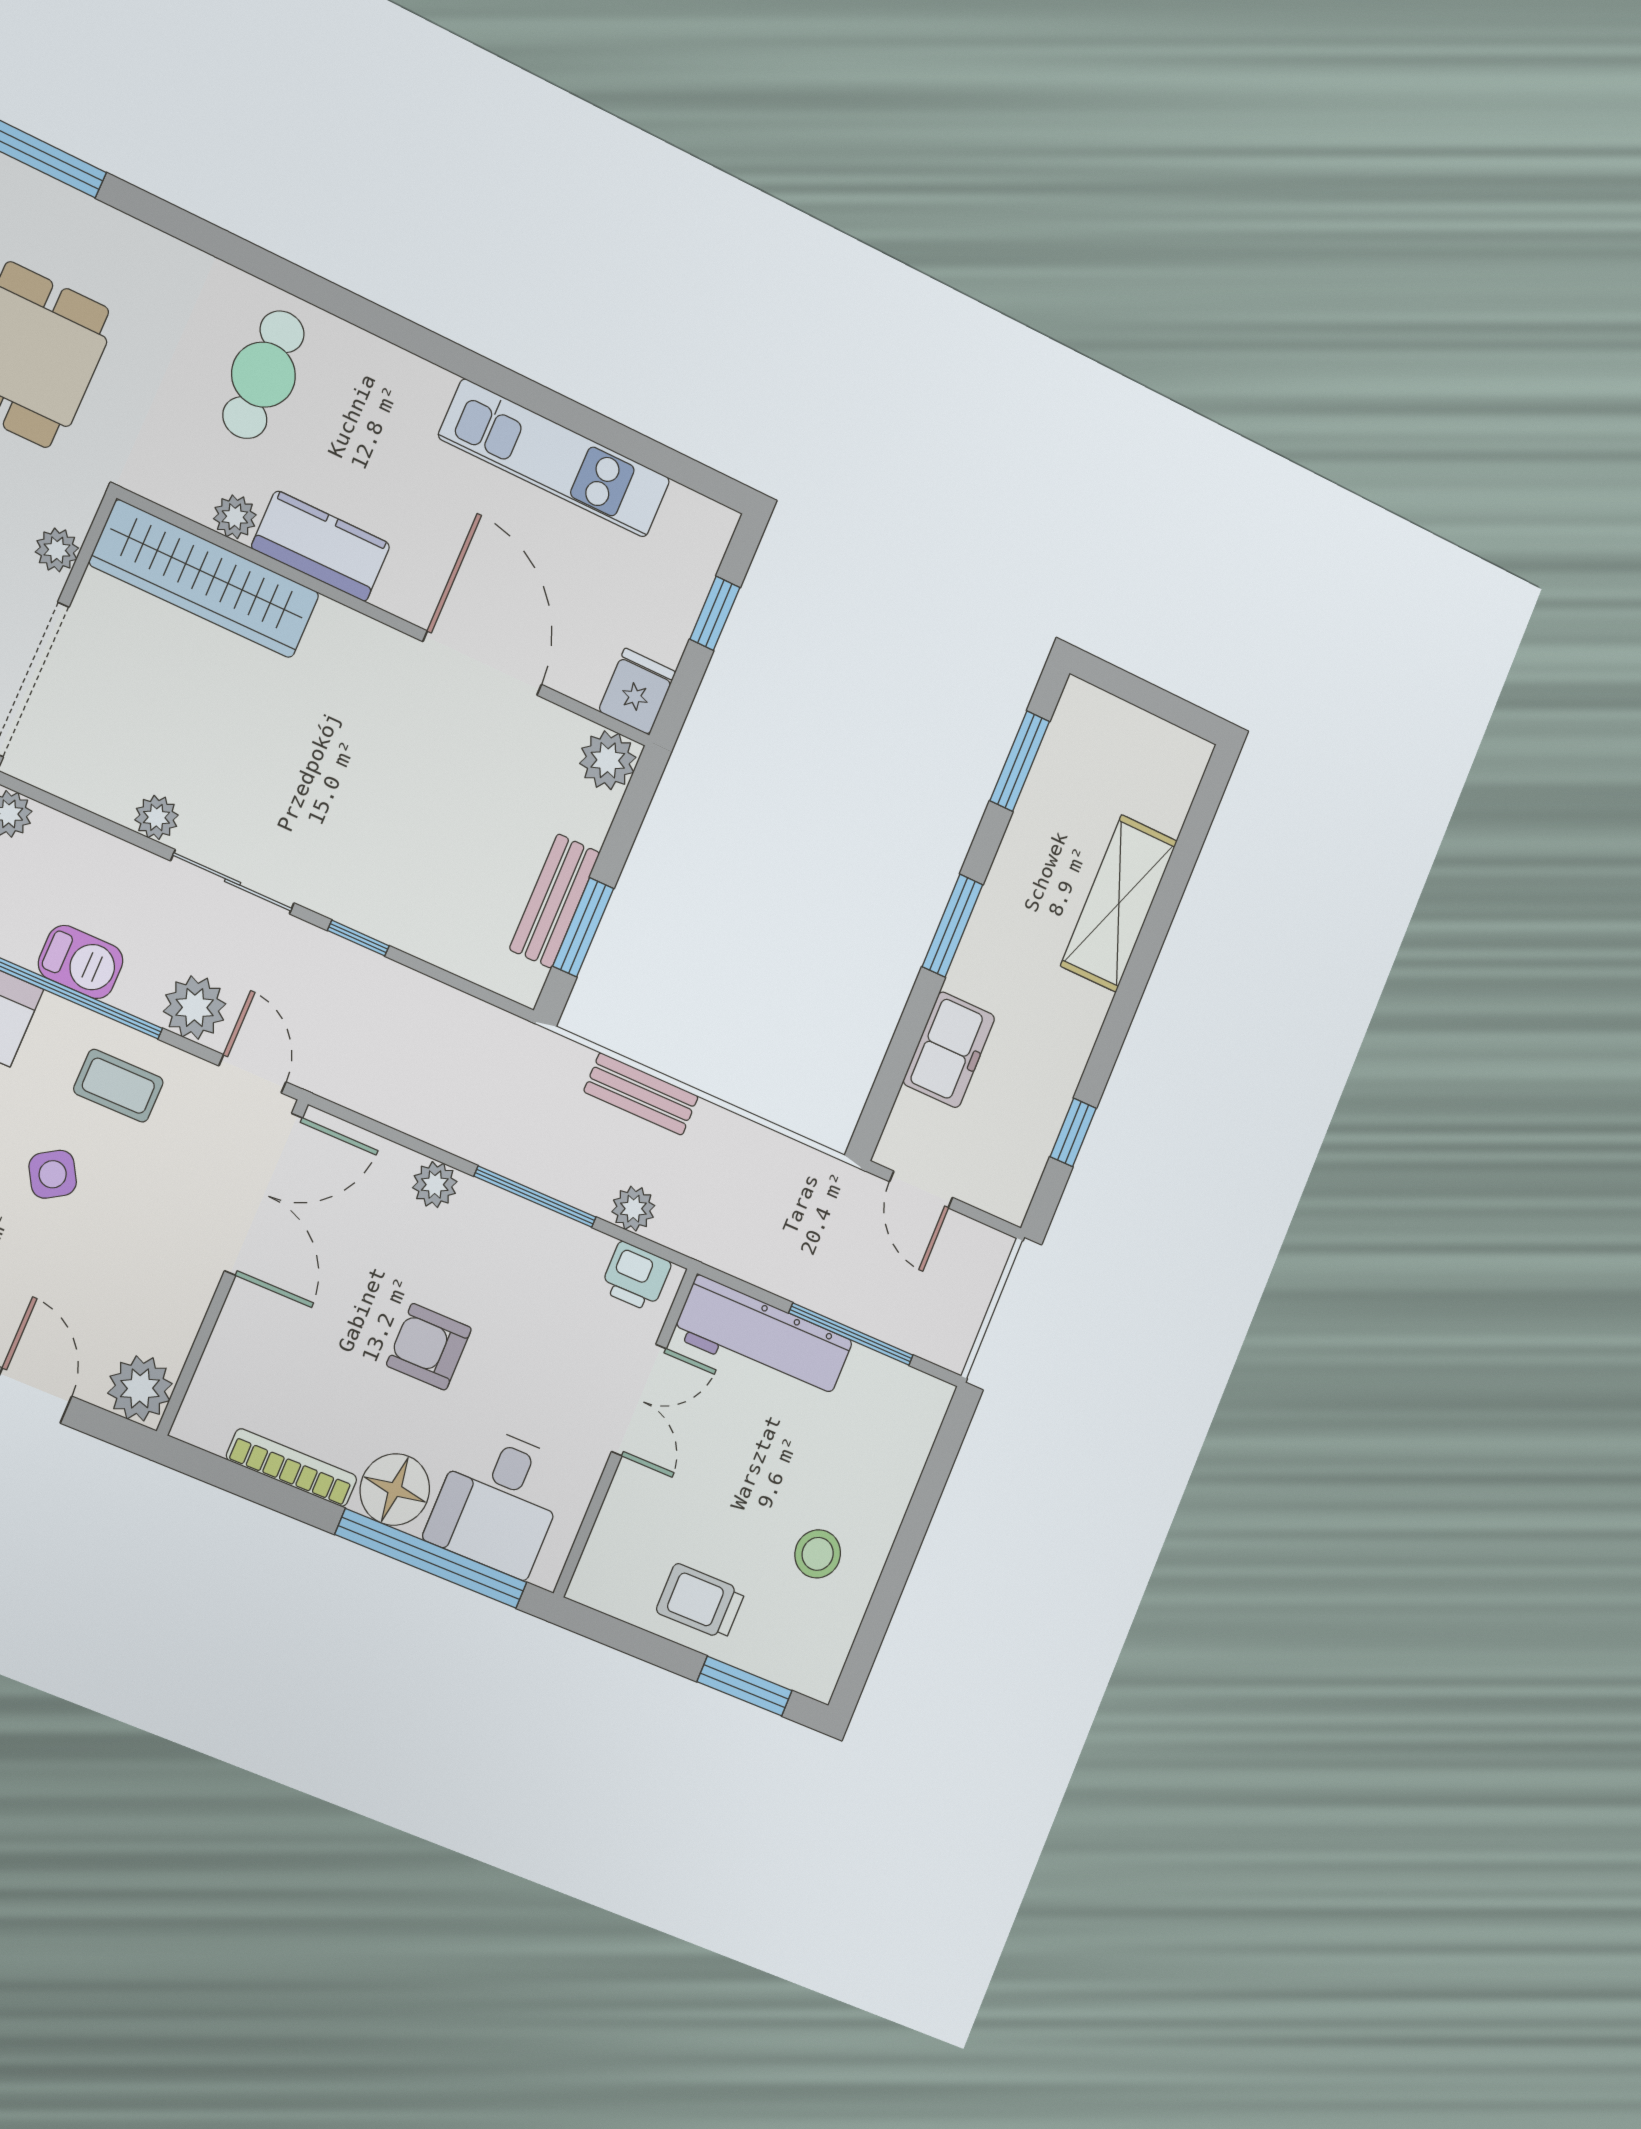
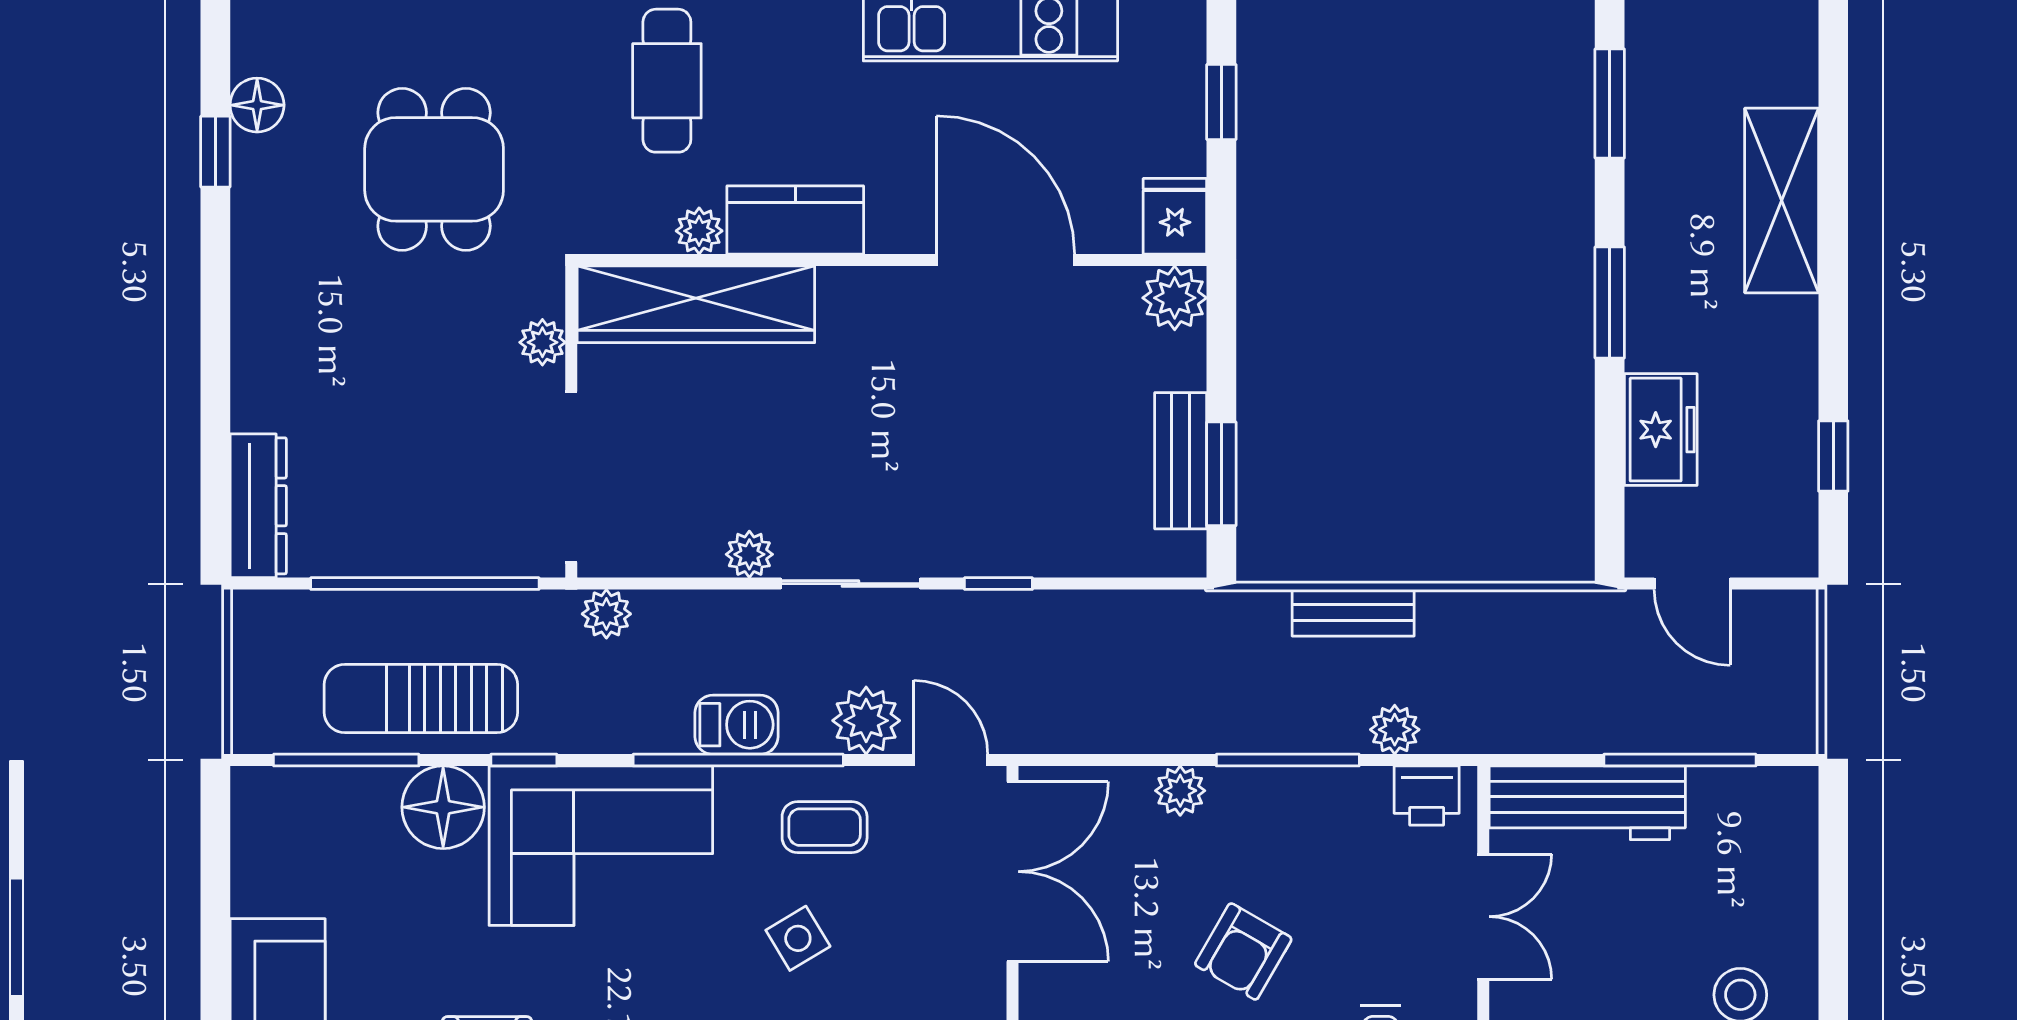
armchair: (429, 1347) -> (1243, 951), turned -60

